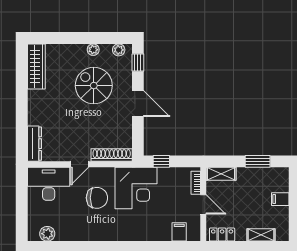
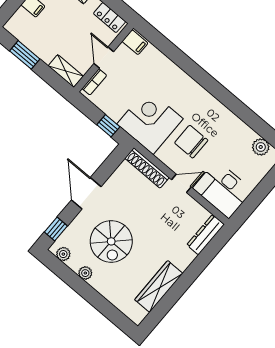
wardrobe: (36, 66) -> (159, 287), moved
filing cabinet: (179, 232) -> (135, 42), moved, turned -90

